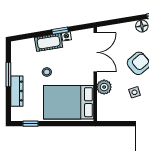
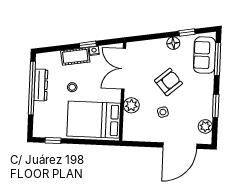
double door: (95, 52) -> (124, 69), swing flipped
window: (8, 74) -> (32, 88), width x2.11
dresser: (17, 91) -> (41, 85), moved

